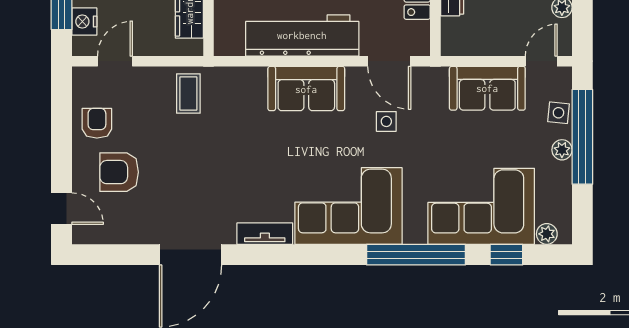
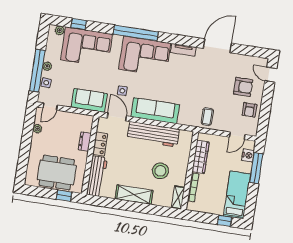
sofa: (487, 88) -> (89, 100), moved
sofa: (306, 89) -> (155, 111), width x1.36
window: (416, 255) -> (136, 33), moved

